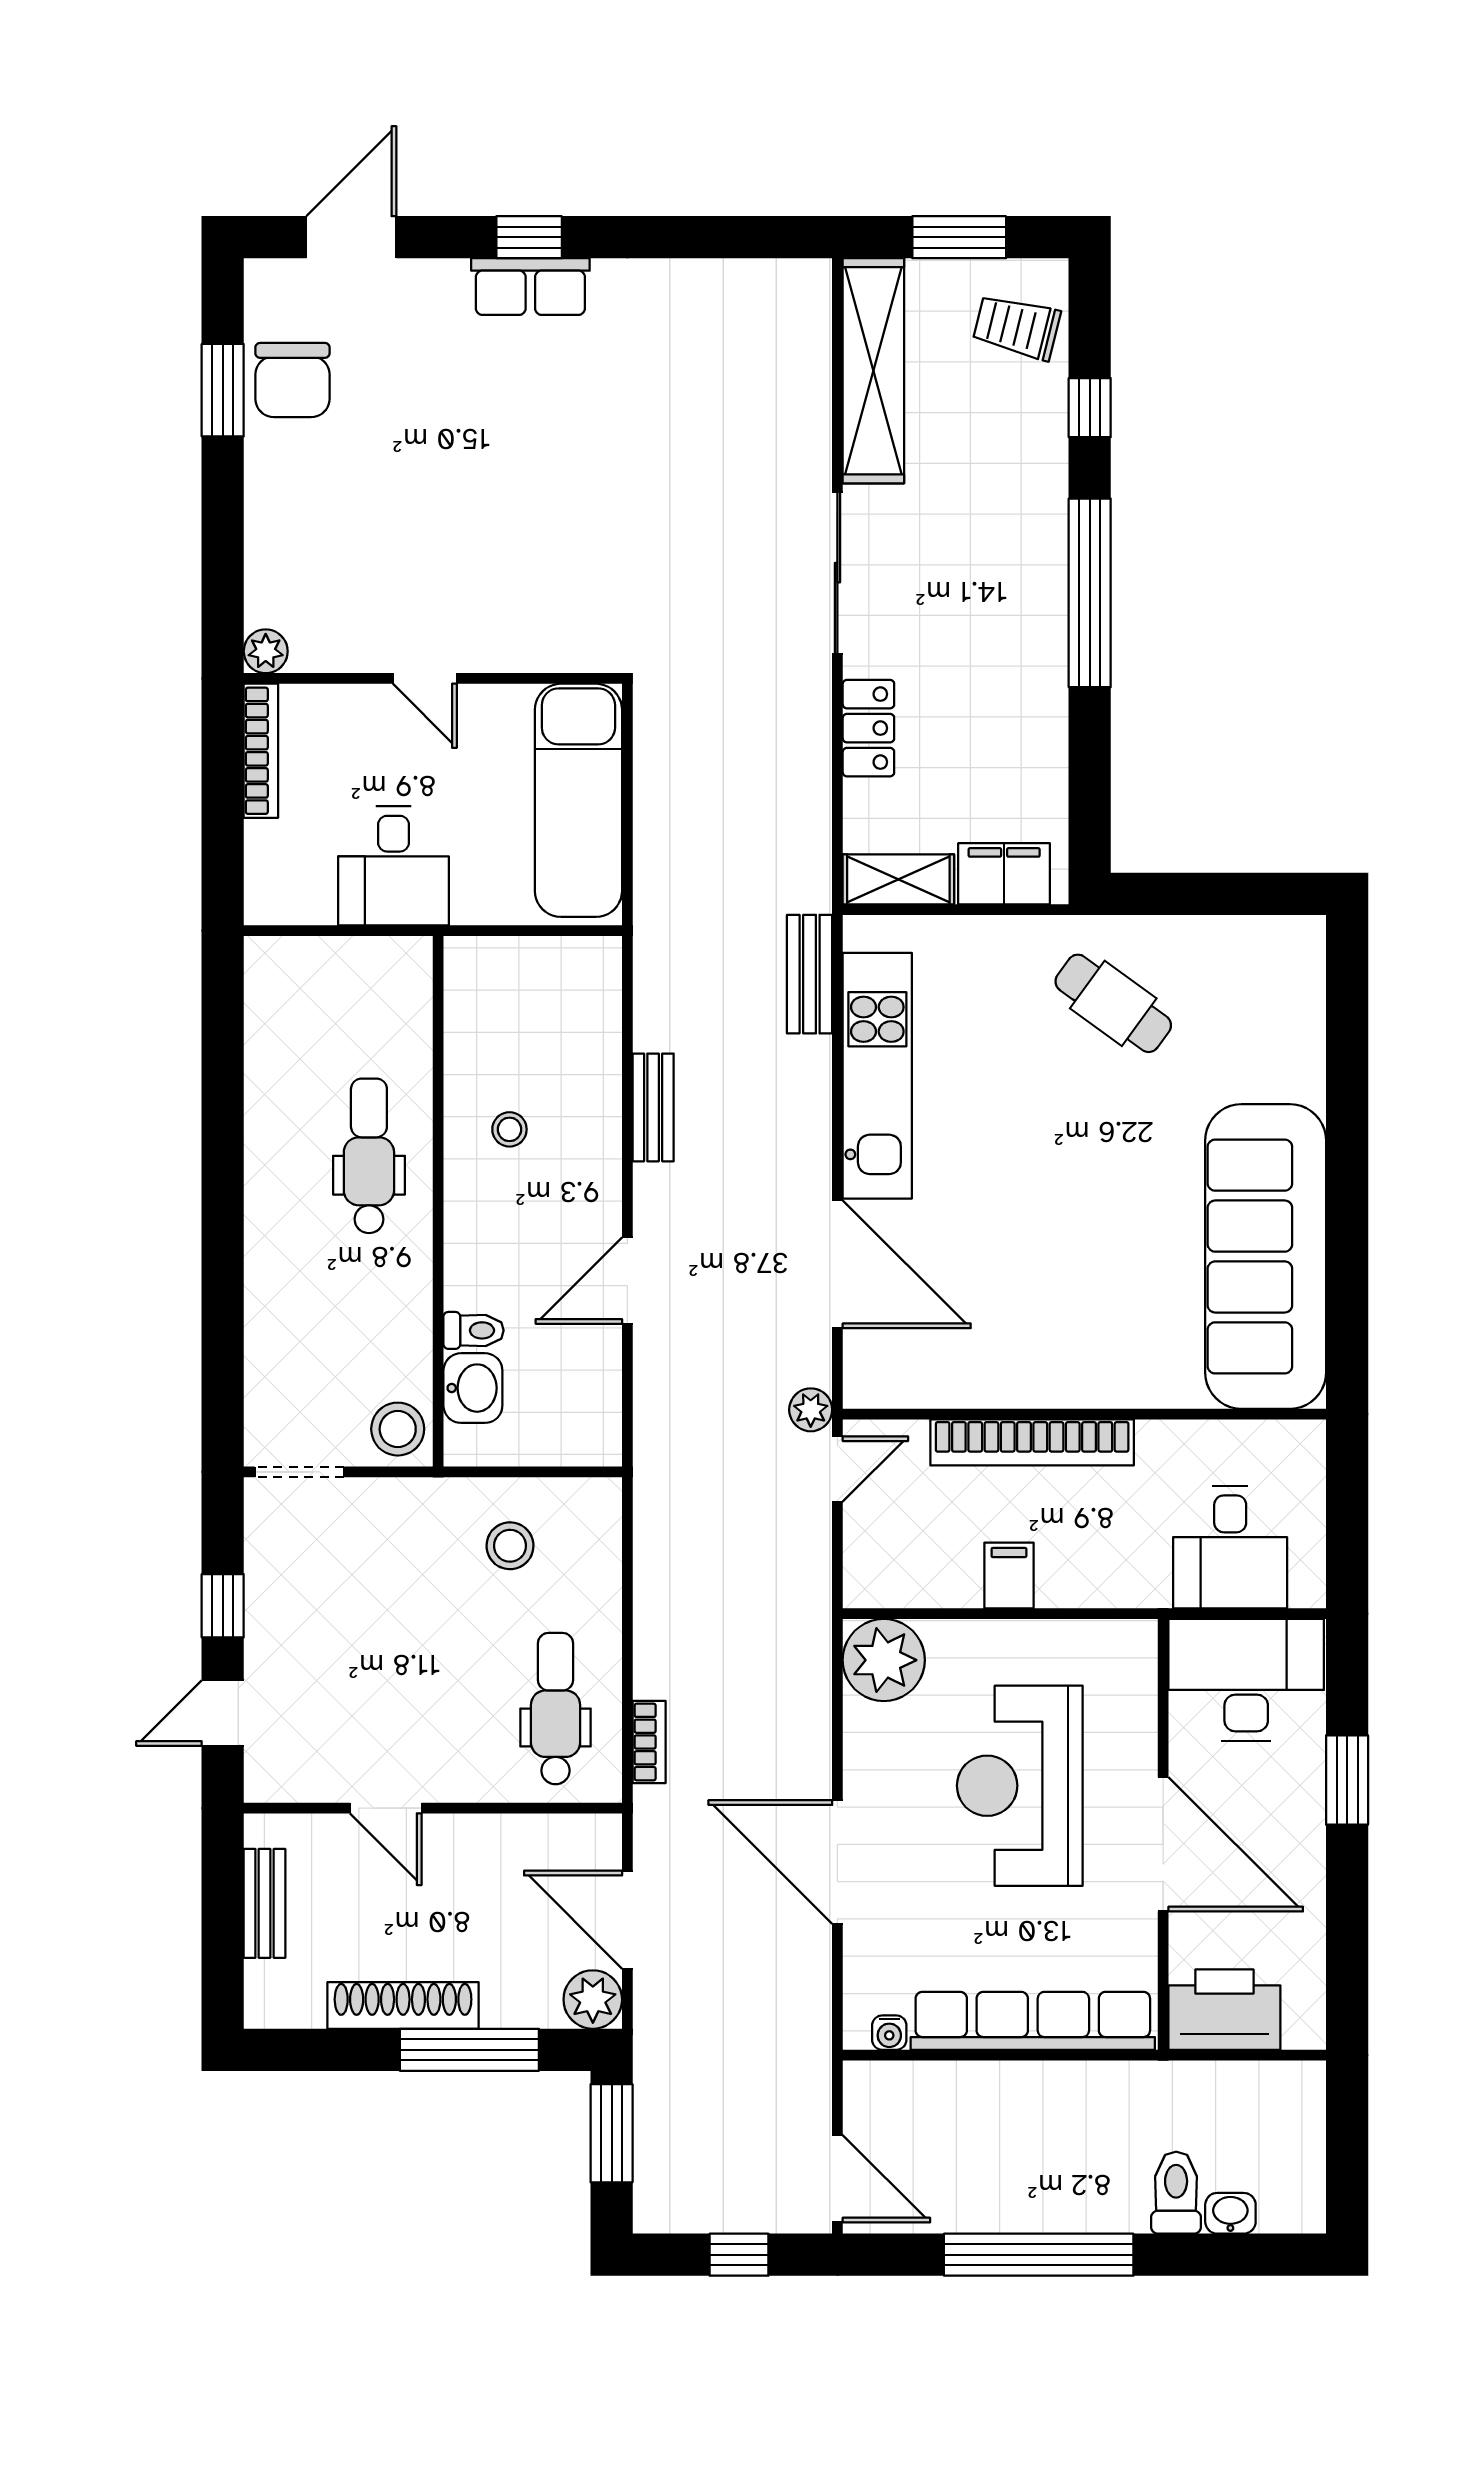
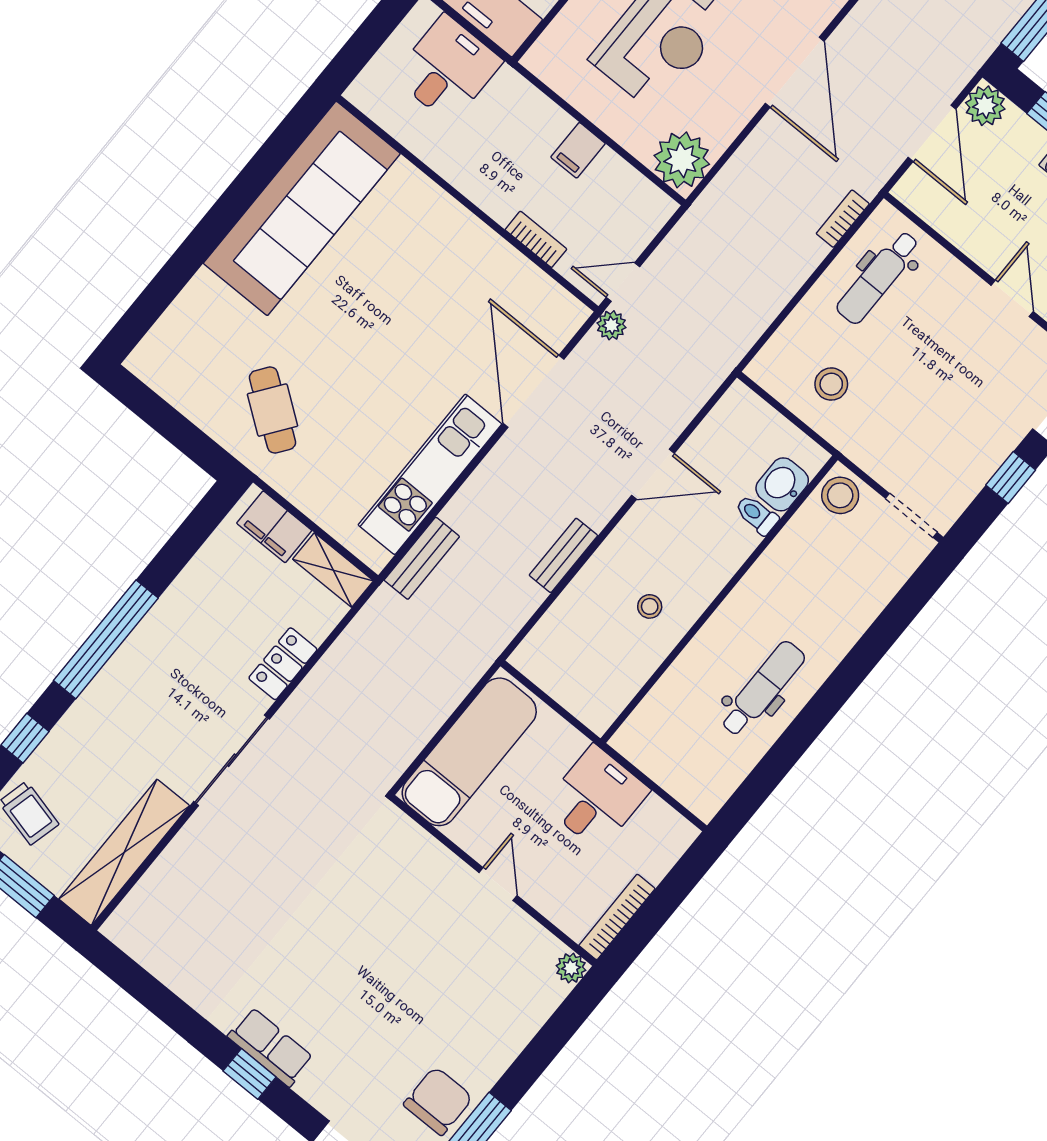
dental chair: (369, 1156) -> (763, 689), moved, turned 180
bookcase: (1032, 1442) -> (536, 239), width x0.43, depth x0.76

